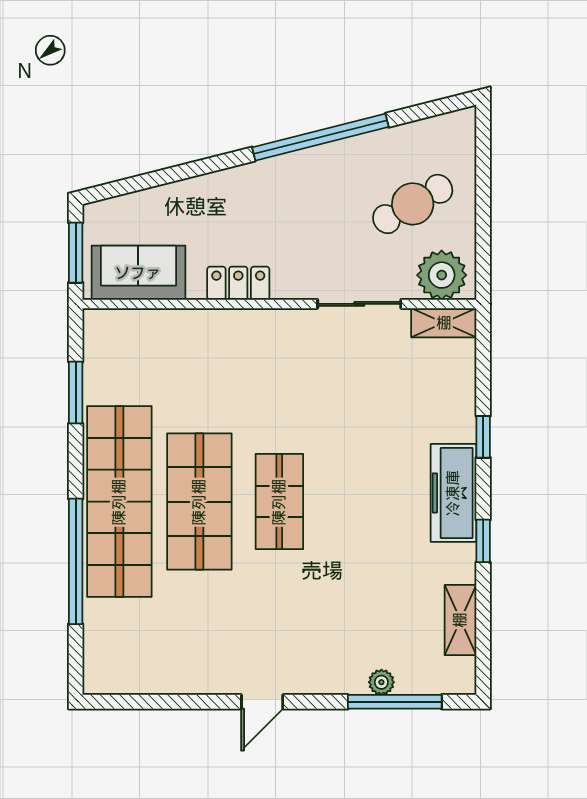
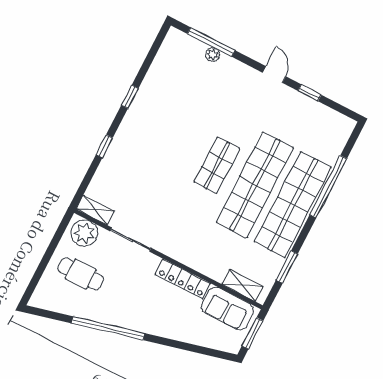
cafe table: (413, 204) -> (81, 274), turned 30
locker: (238, 283) -> (183, 279), width x1.53
freezer: (453, 493) -> (132, 127), removed
shop shelf: (199, 502) -> (255, 185), width x1.40
shelving: (460, 620) -> (242, 285), moved, turned 90
window: (187, 702) -> (310, 93), added
door: (262, 702) -> (274, 75), hinge flipped

